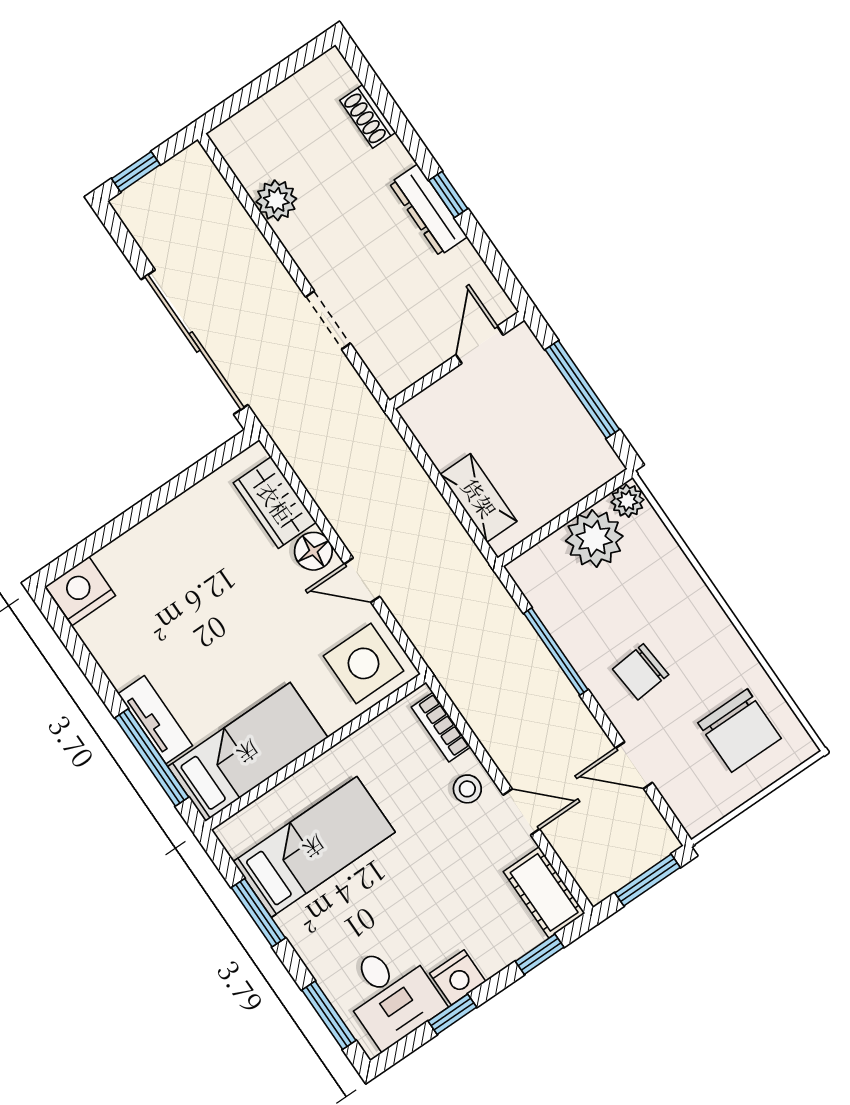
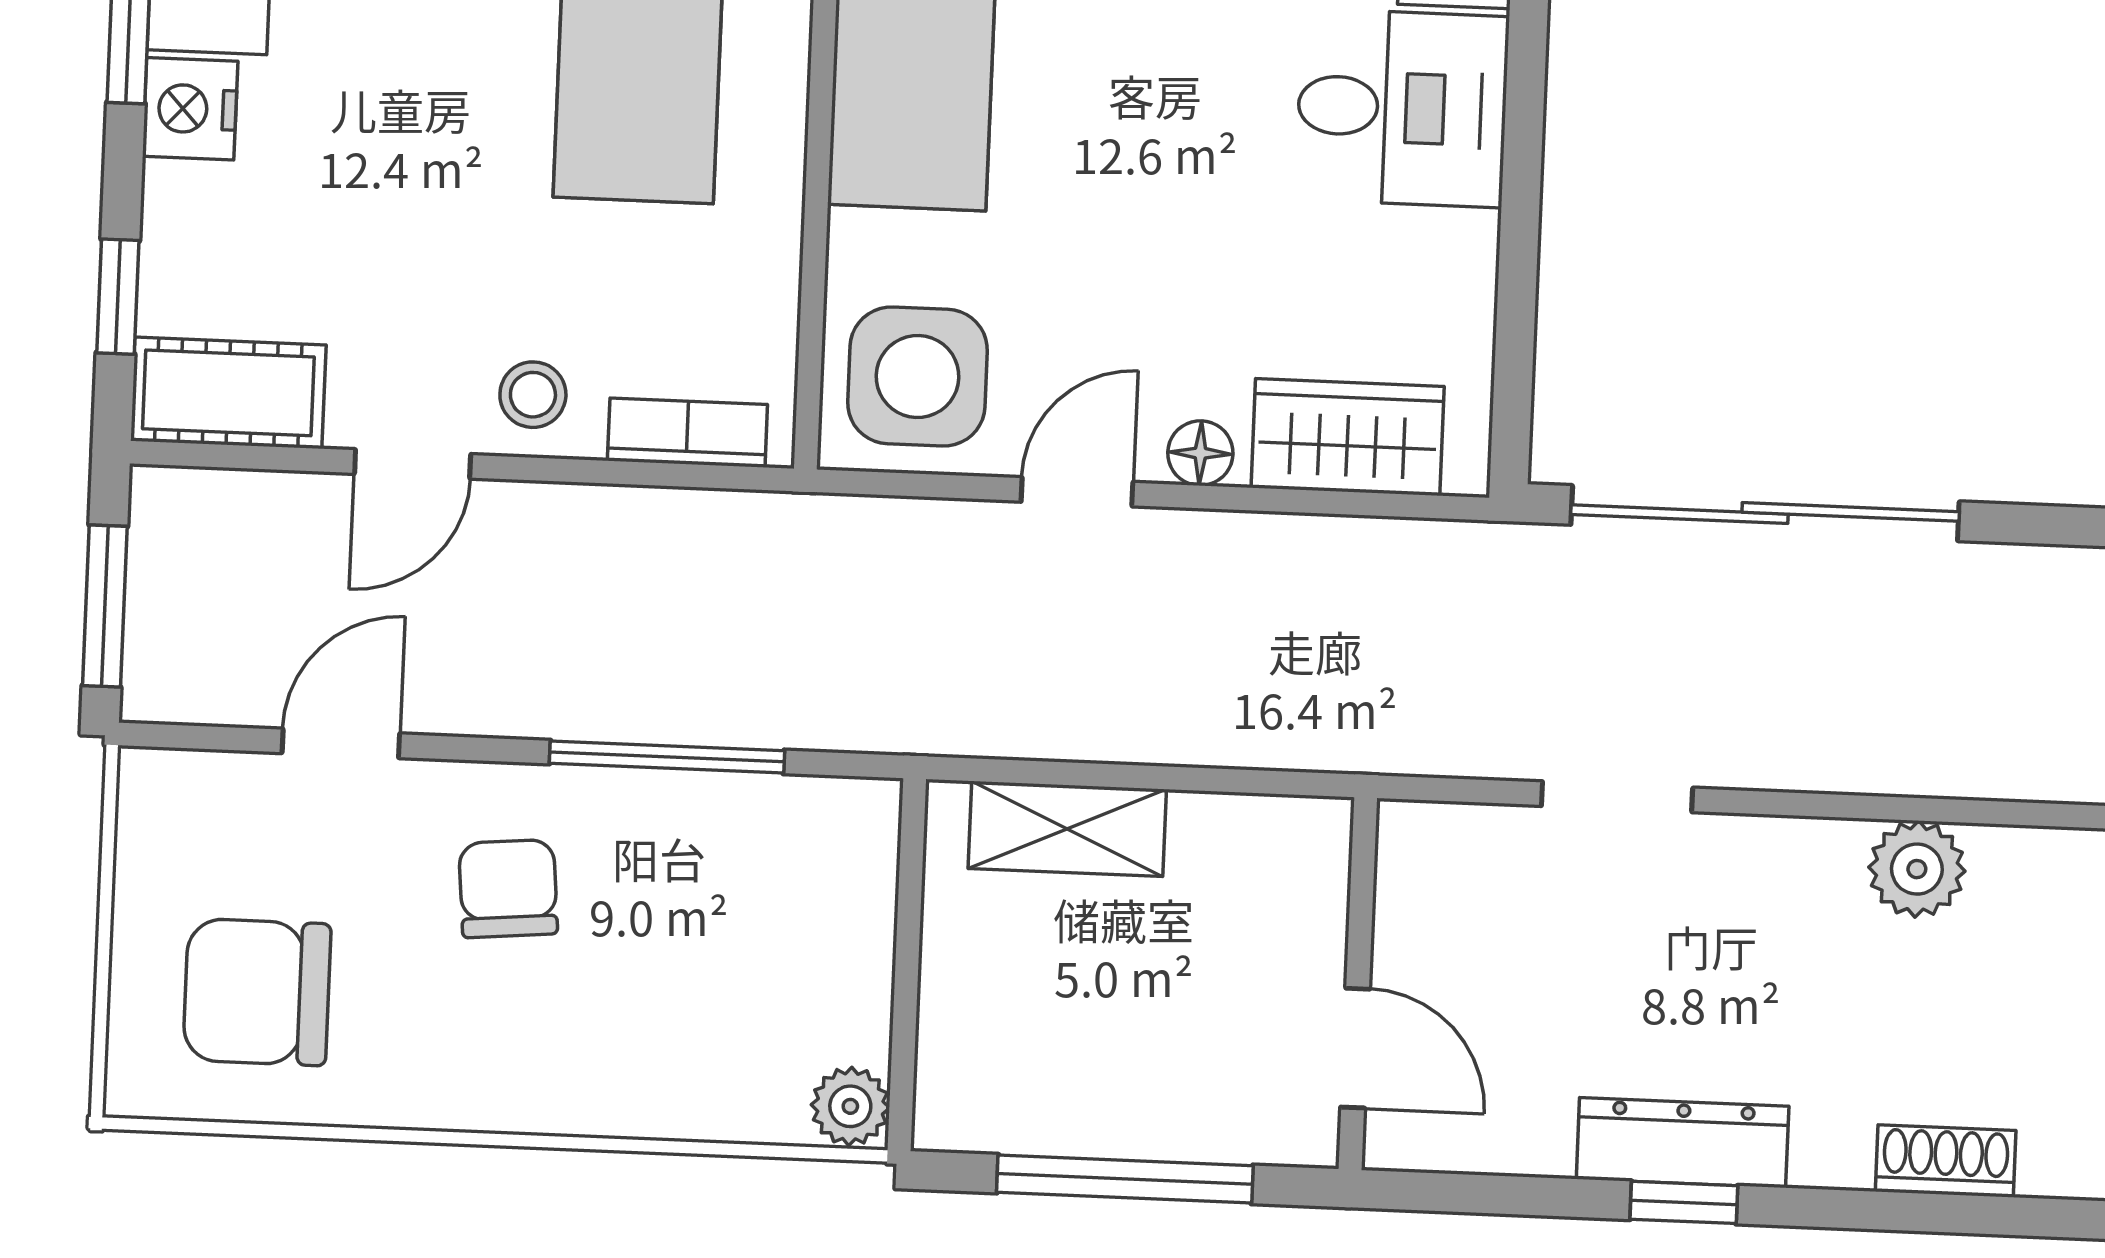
plant: (594, 538) -> (826, 990), removed
floor lamp: (313, 551) -> (1200, 453), width x0.73, depth x0.73
desk: (150, 568) -> (1402, 108), added

